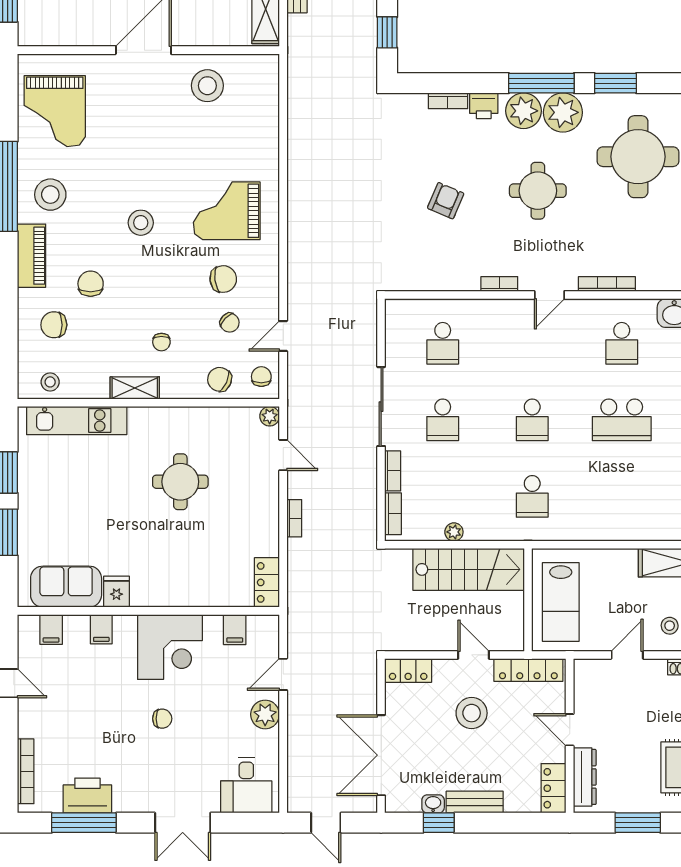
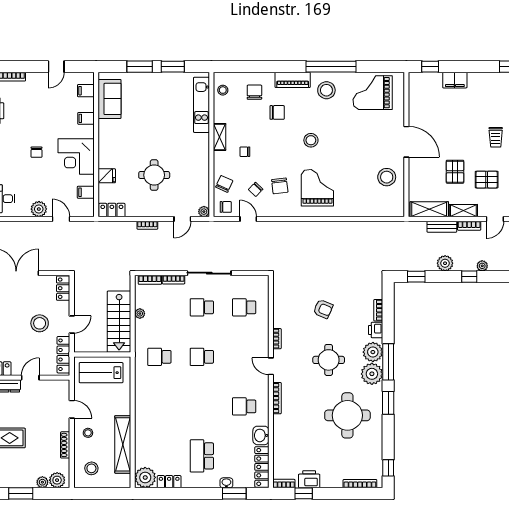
school desk: (622, 420) -> (202, 406), removed
round table: (180, 482) -> (154, 175), moved
fridge: (116, 592) -> (107, 176), moved

